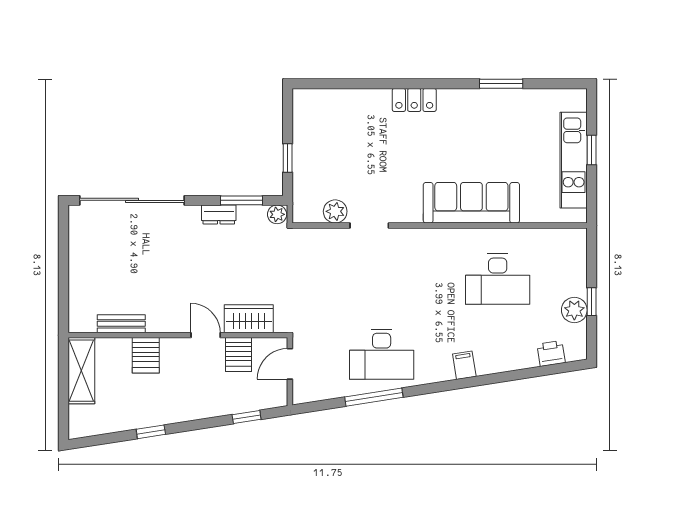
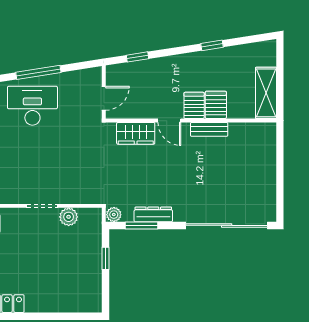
dresser: (219, 214) -> (153, 214), width x1.44
bench: (121, 324) -> (209, 129), moved
server rack: (239, 355) -> (194, 105), moved

